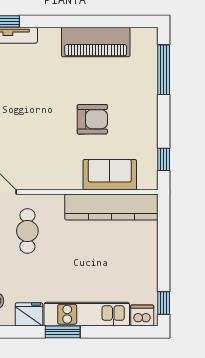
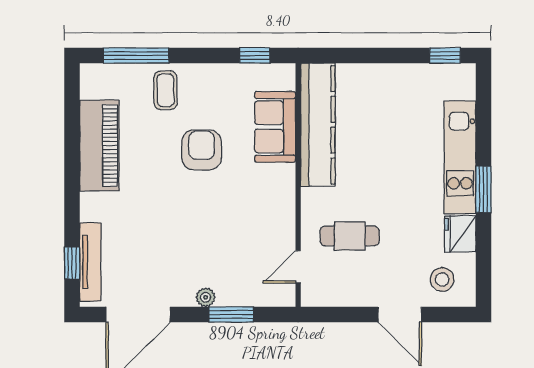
coffee table: (137, 92) -> (166, 90), added
dishwasher: (142, 316) -> (462, 84), removed

